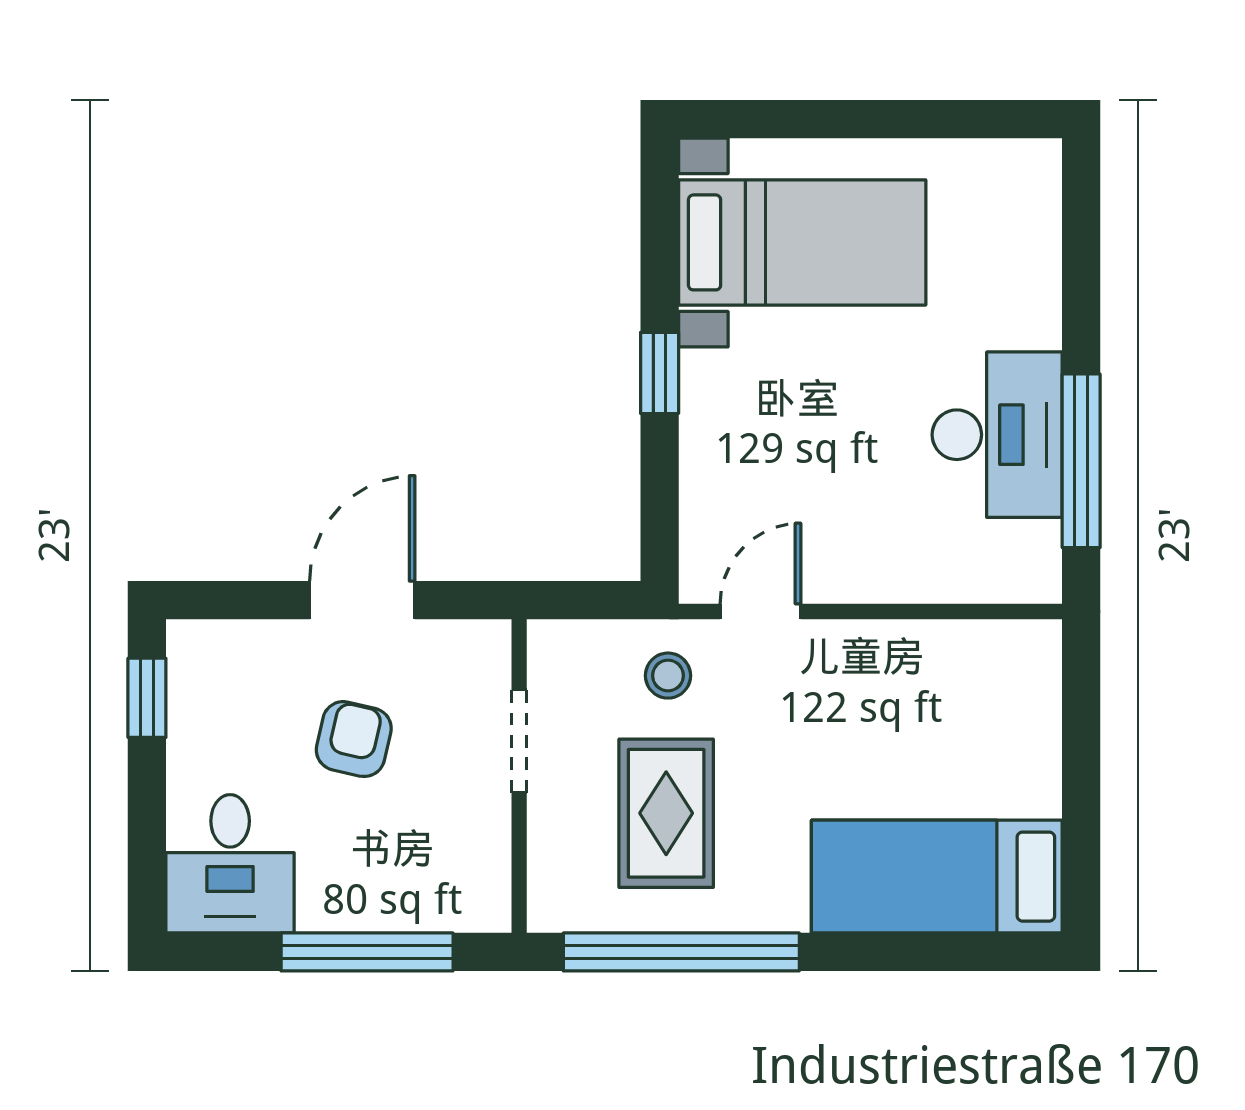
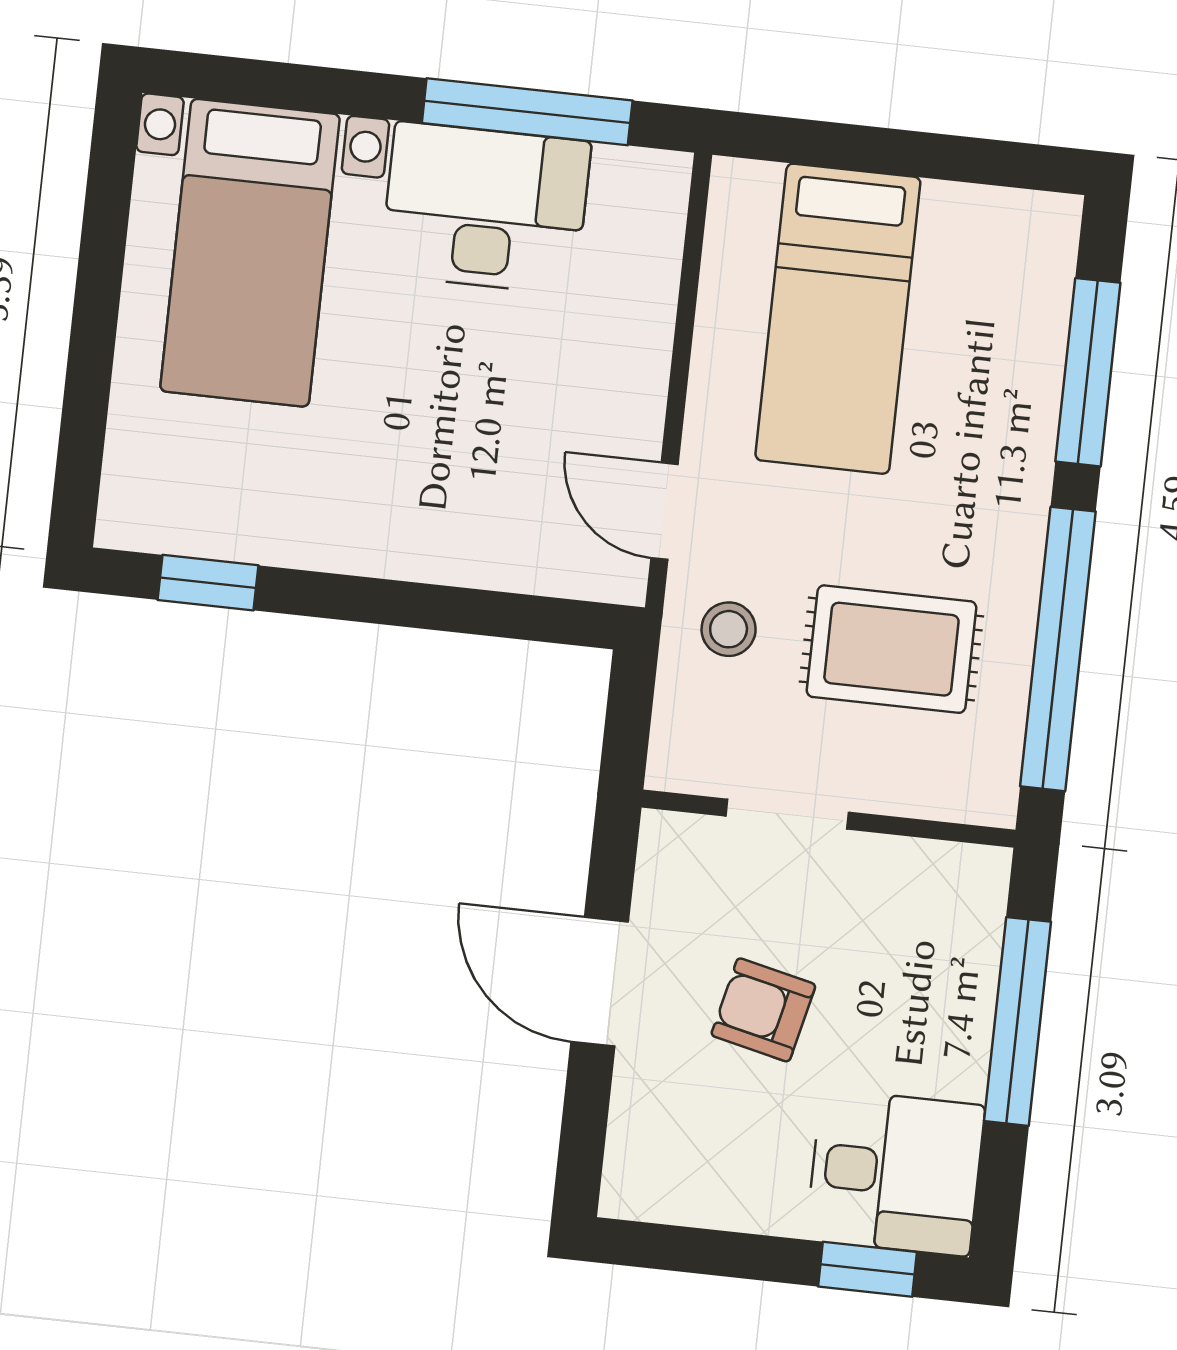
bed with nightstands: (802, 242) -> (250, 253), moved, turned 180
window: (660, 373) -> (208, 583), moved
window: (147, 698) -> (868, 1269), moved
bed: (937, 877) -> (838, 319), moved
window: (915, 952) -> (1088, 372), added

